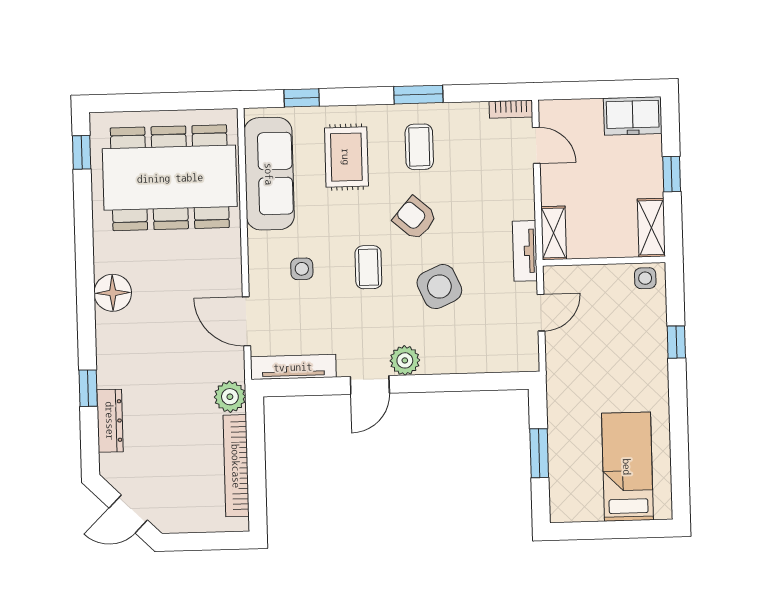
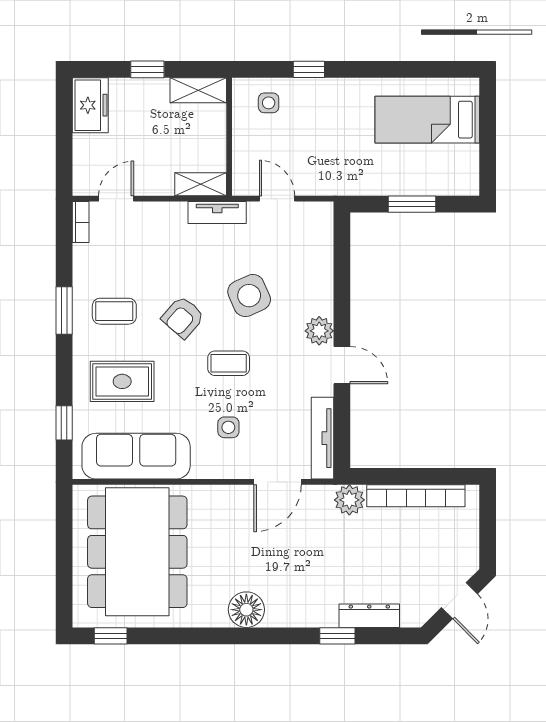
side table: (645, 278) -> (269, 103), moved

